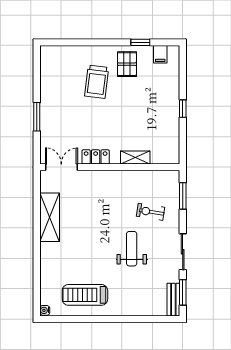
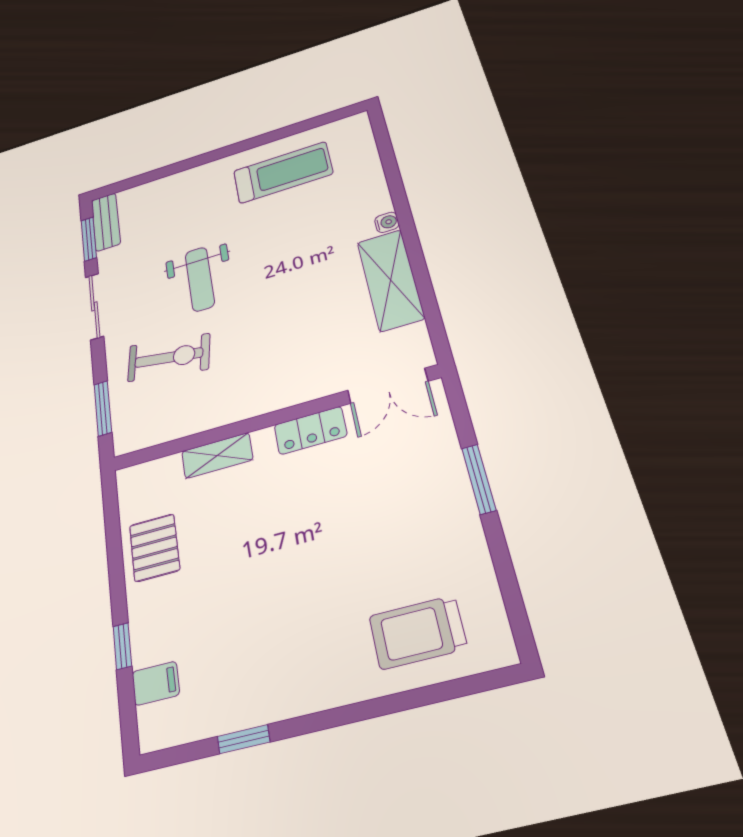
filing cabinet: (160, 54) -> (156, 683), moved, turned 90
pallet: (127, 64) -> (154, 548), moved
trolley: (97, 82) -> (418, 632), moved, turned -97
window: (183, 109) -> (122, 646), moved
exercise bike: (151, 212) -> (169, 358), width x1.38, depth x1.39
water cooler: (45, 310) -> (387, 222), moved

